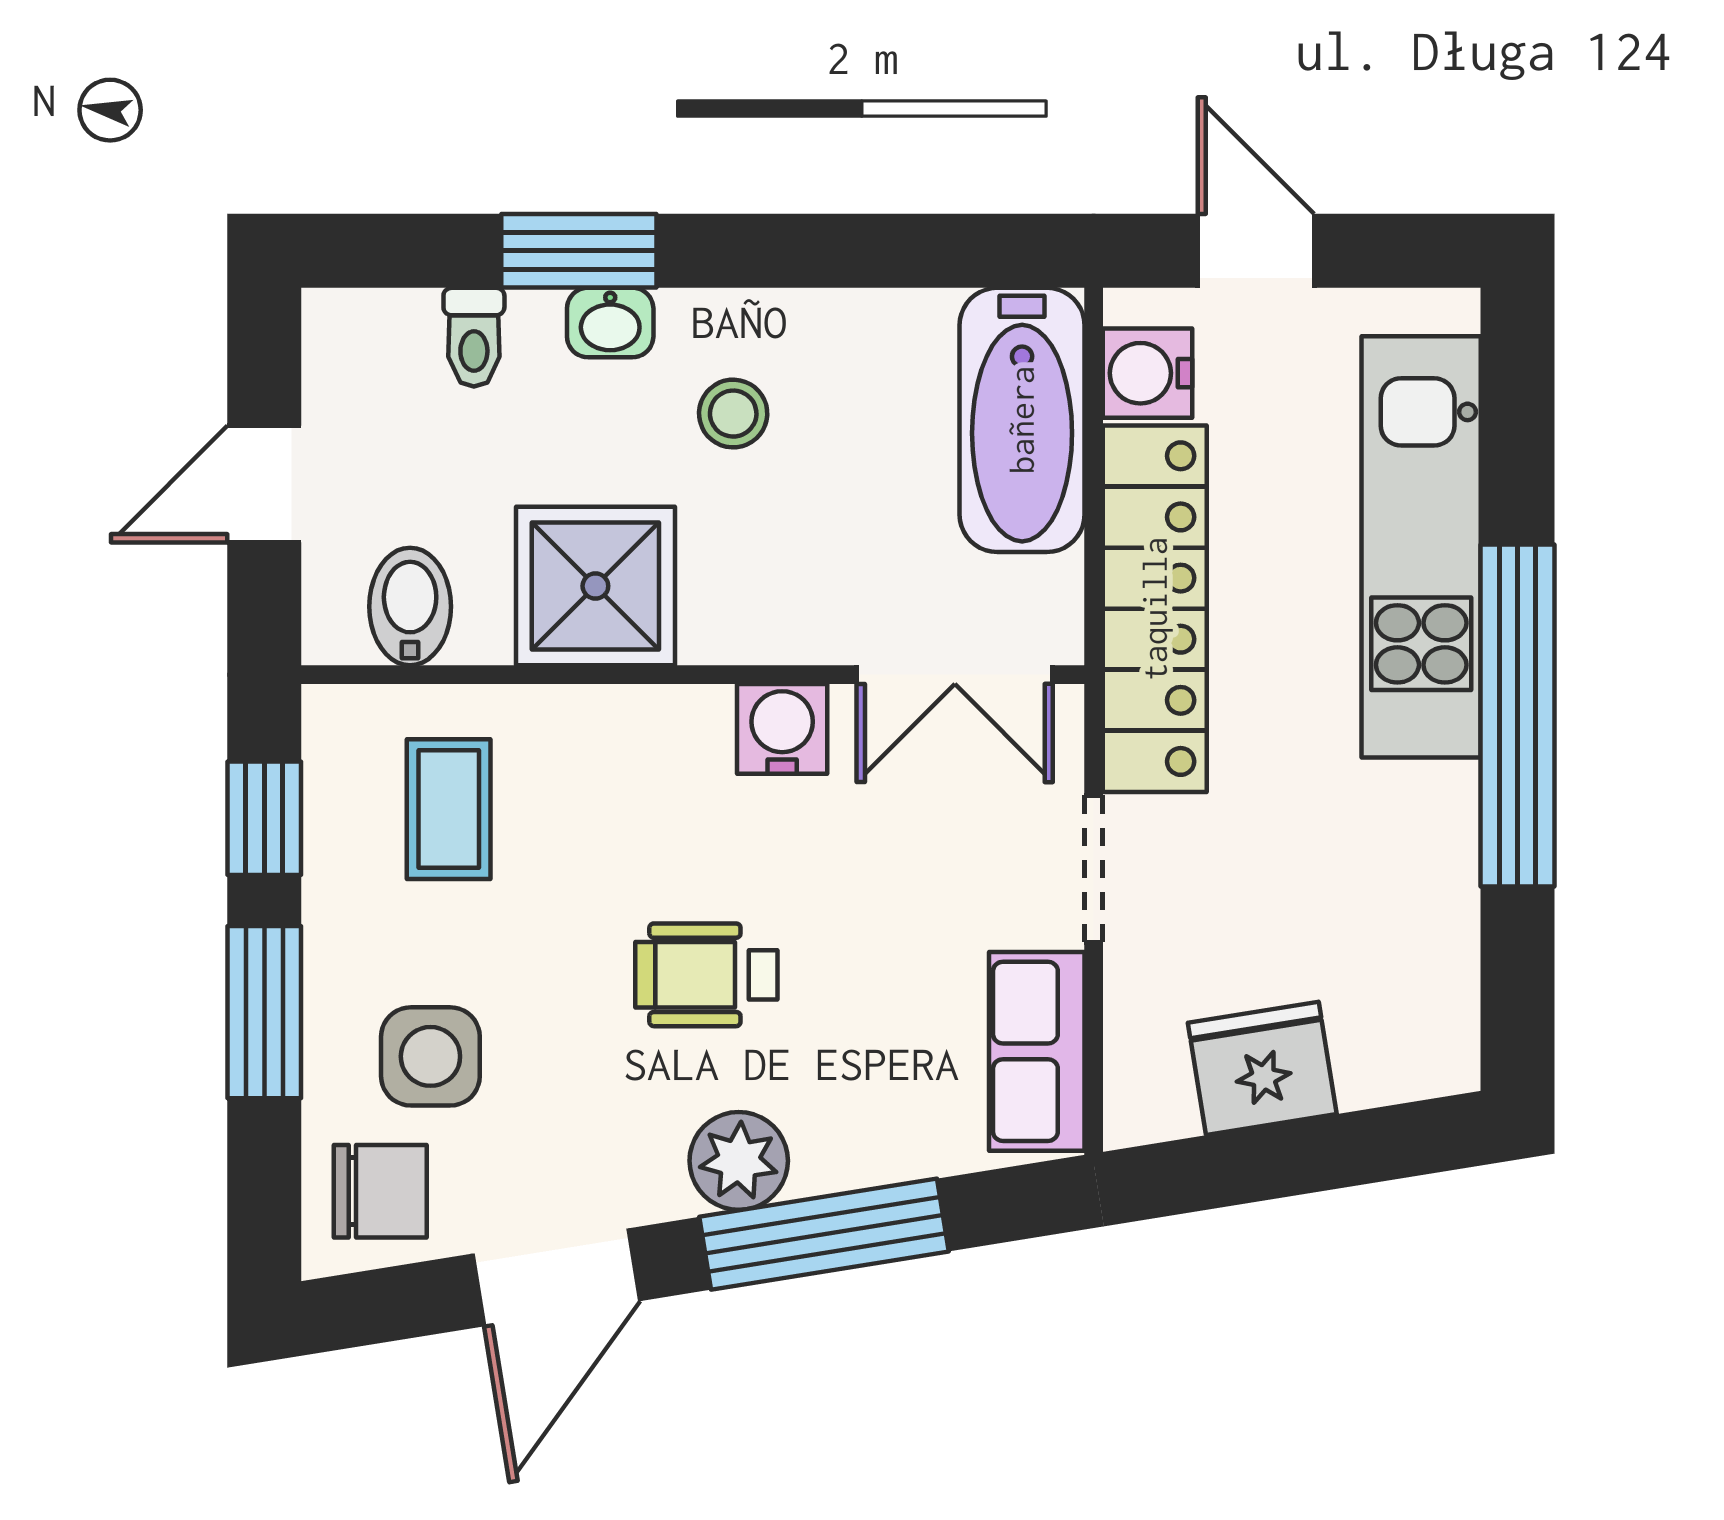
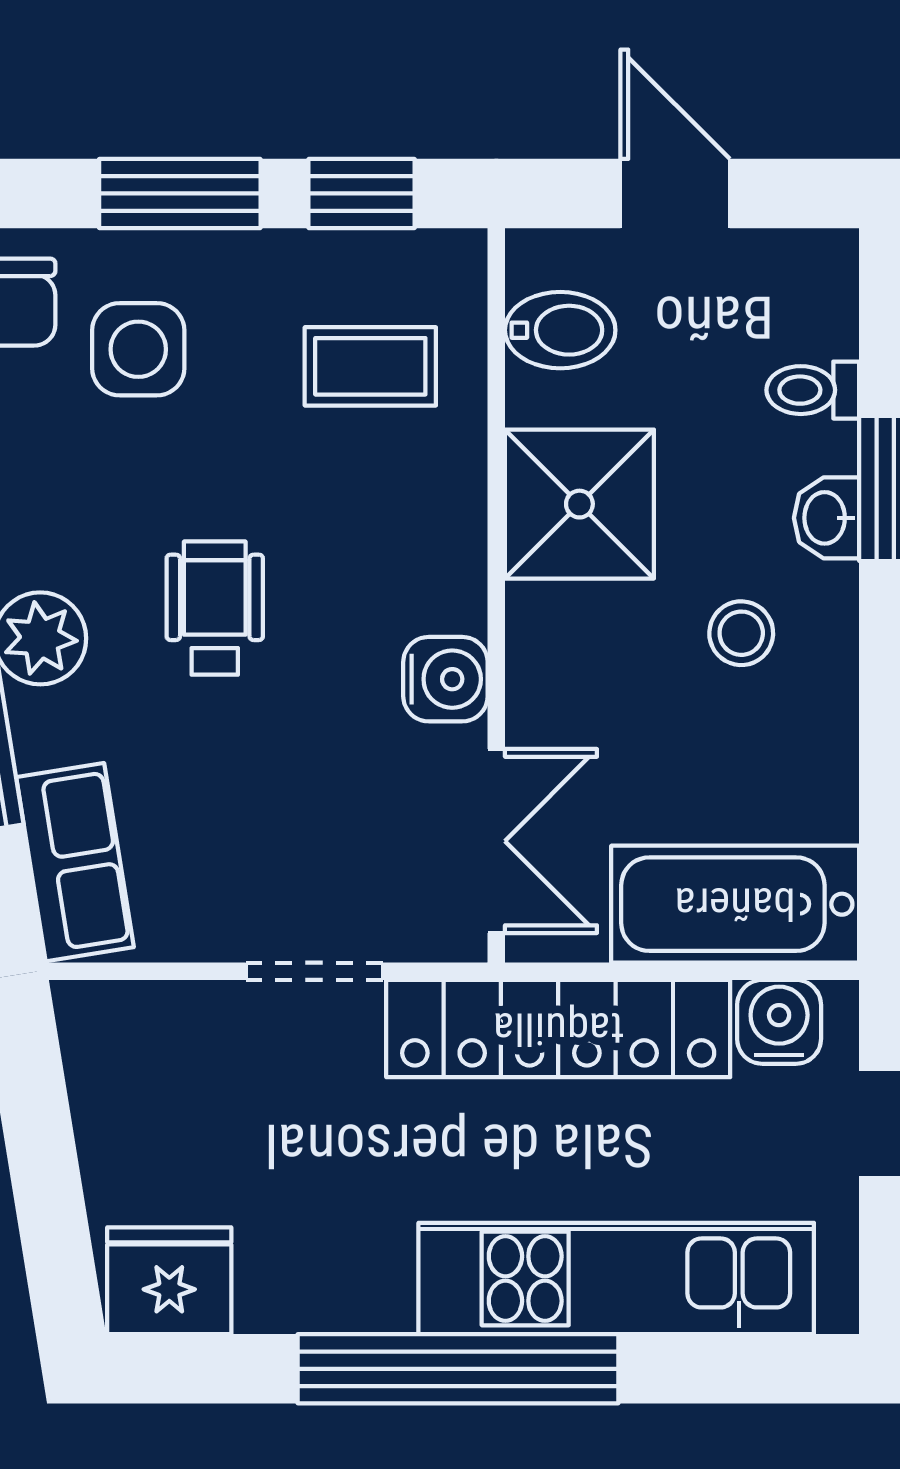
double door: (955, 675) -> (496, 841), swing flipped
row of seats: (1037, 1051) -> (75, 862), moved, turned 81
fridge: (1262, 1068) -> (169, 1281), moved, turned -81

